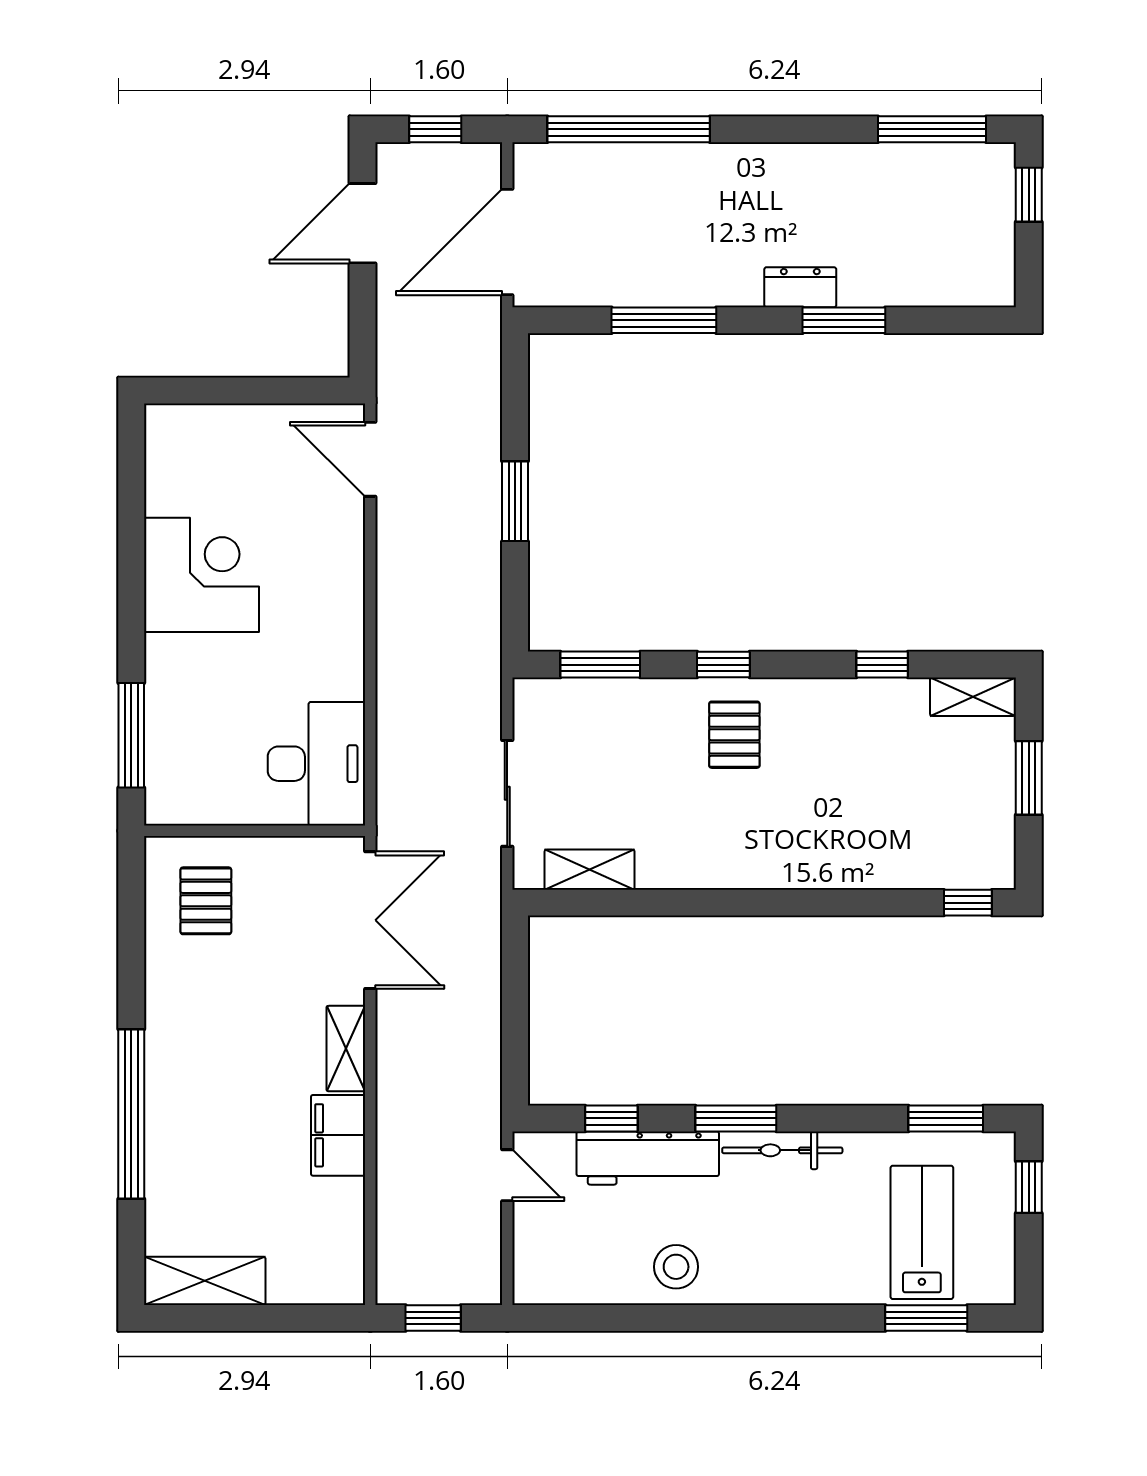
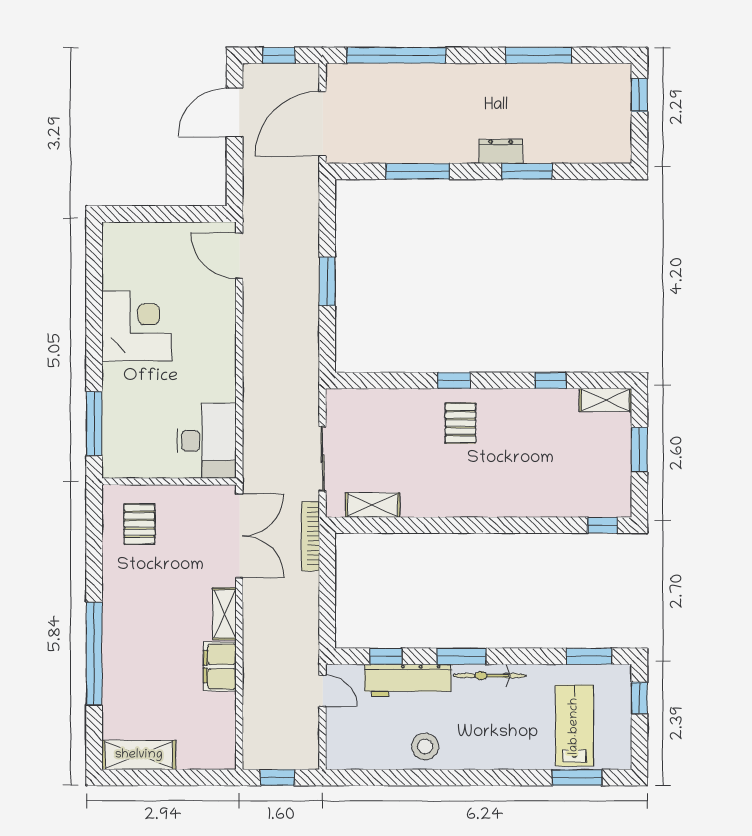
window: (932, 129) -> (539, 55), moved
window: (600, 665) -> (379, 381), removed
bookcase: (488, 921) -> (311, 536), added

